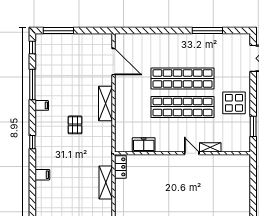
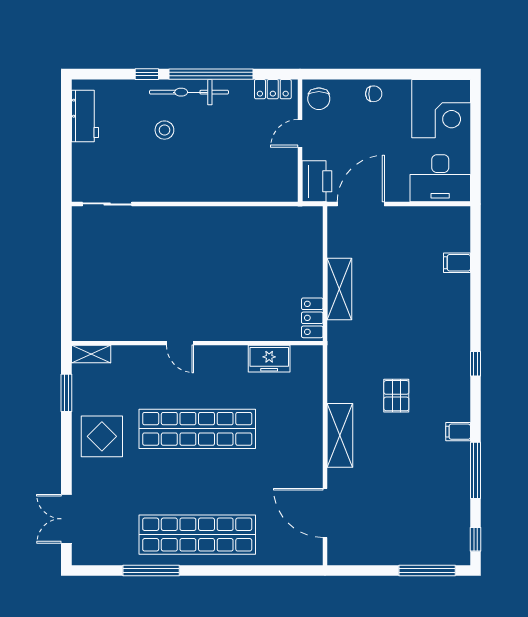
shop shelf: (183, 78) -> (197, 535), moved
shelving: (210, 147) -> (91, 354), moved
filing cabinet: (42, 175) -> (457, 263), moved

